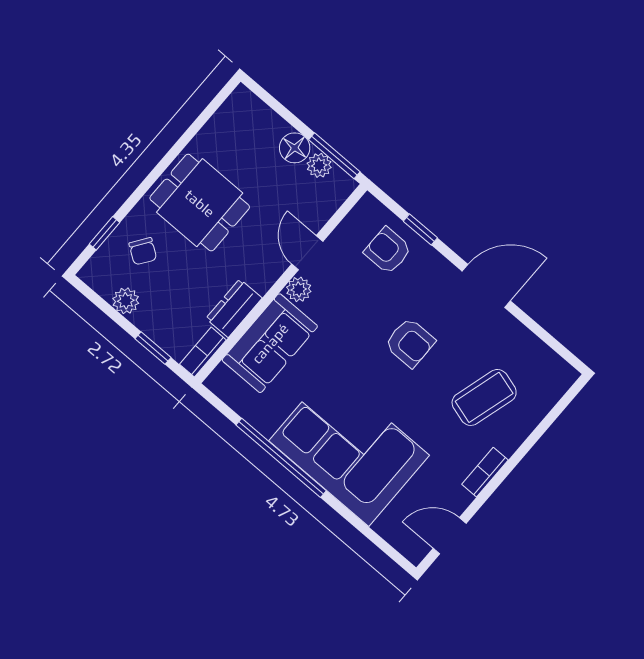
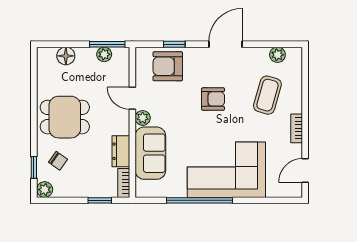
floor lamp: (295, 148) -> (66, 56), moved
armchair: (388, 251) -> (168, 66), width x1.38, depth x1.38
plant: (126, 301) -> (45, 190), moved
plant: (541, 357) -> (277, 55), added

